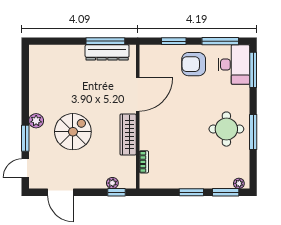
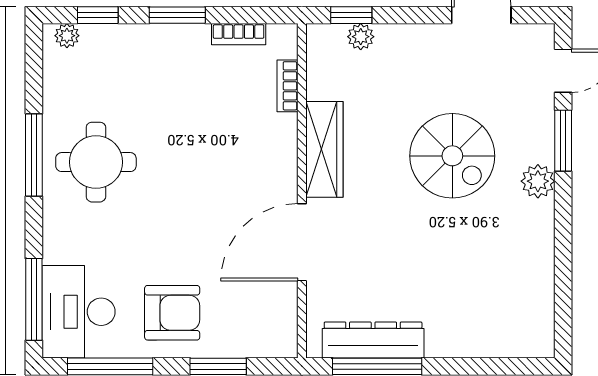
spiral stairs: (73, 132) -> (452, 156), turned -90
bookcase: (165, 184) -> (239, 34), added
window: (226, 192) -> (98, 15), width x0.67

